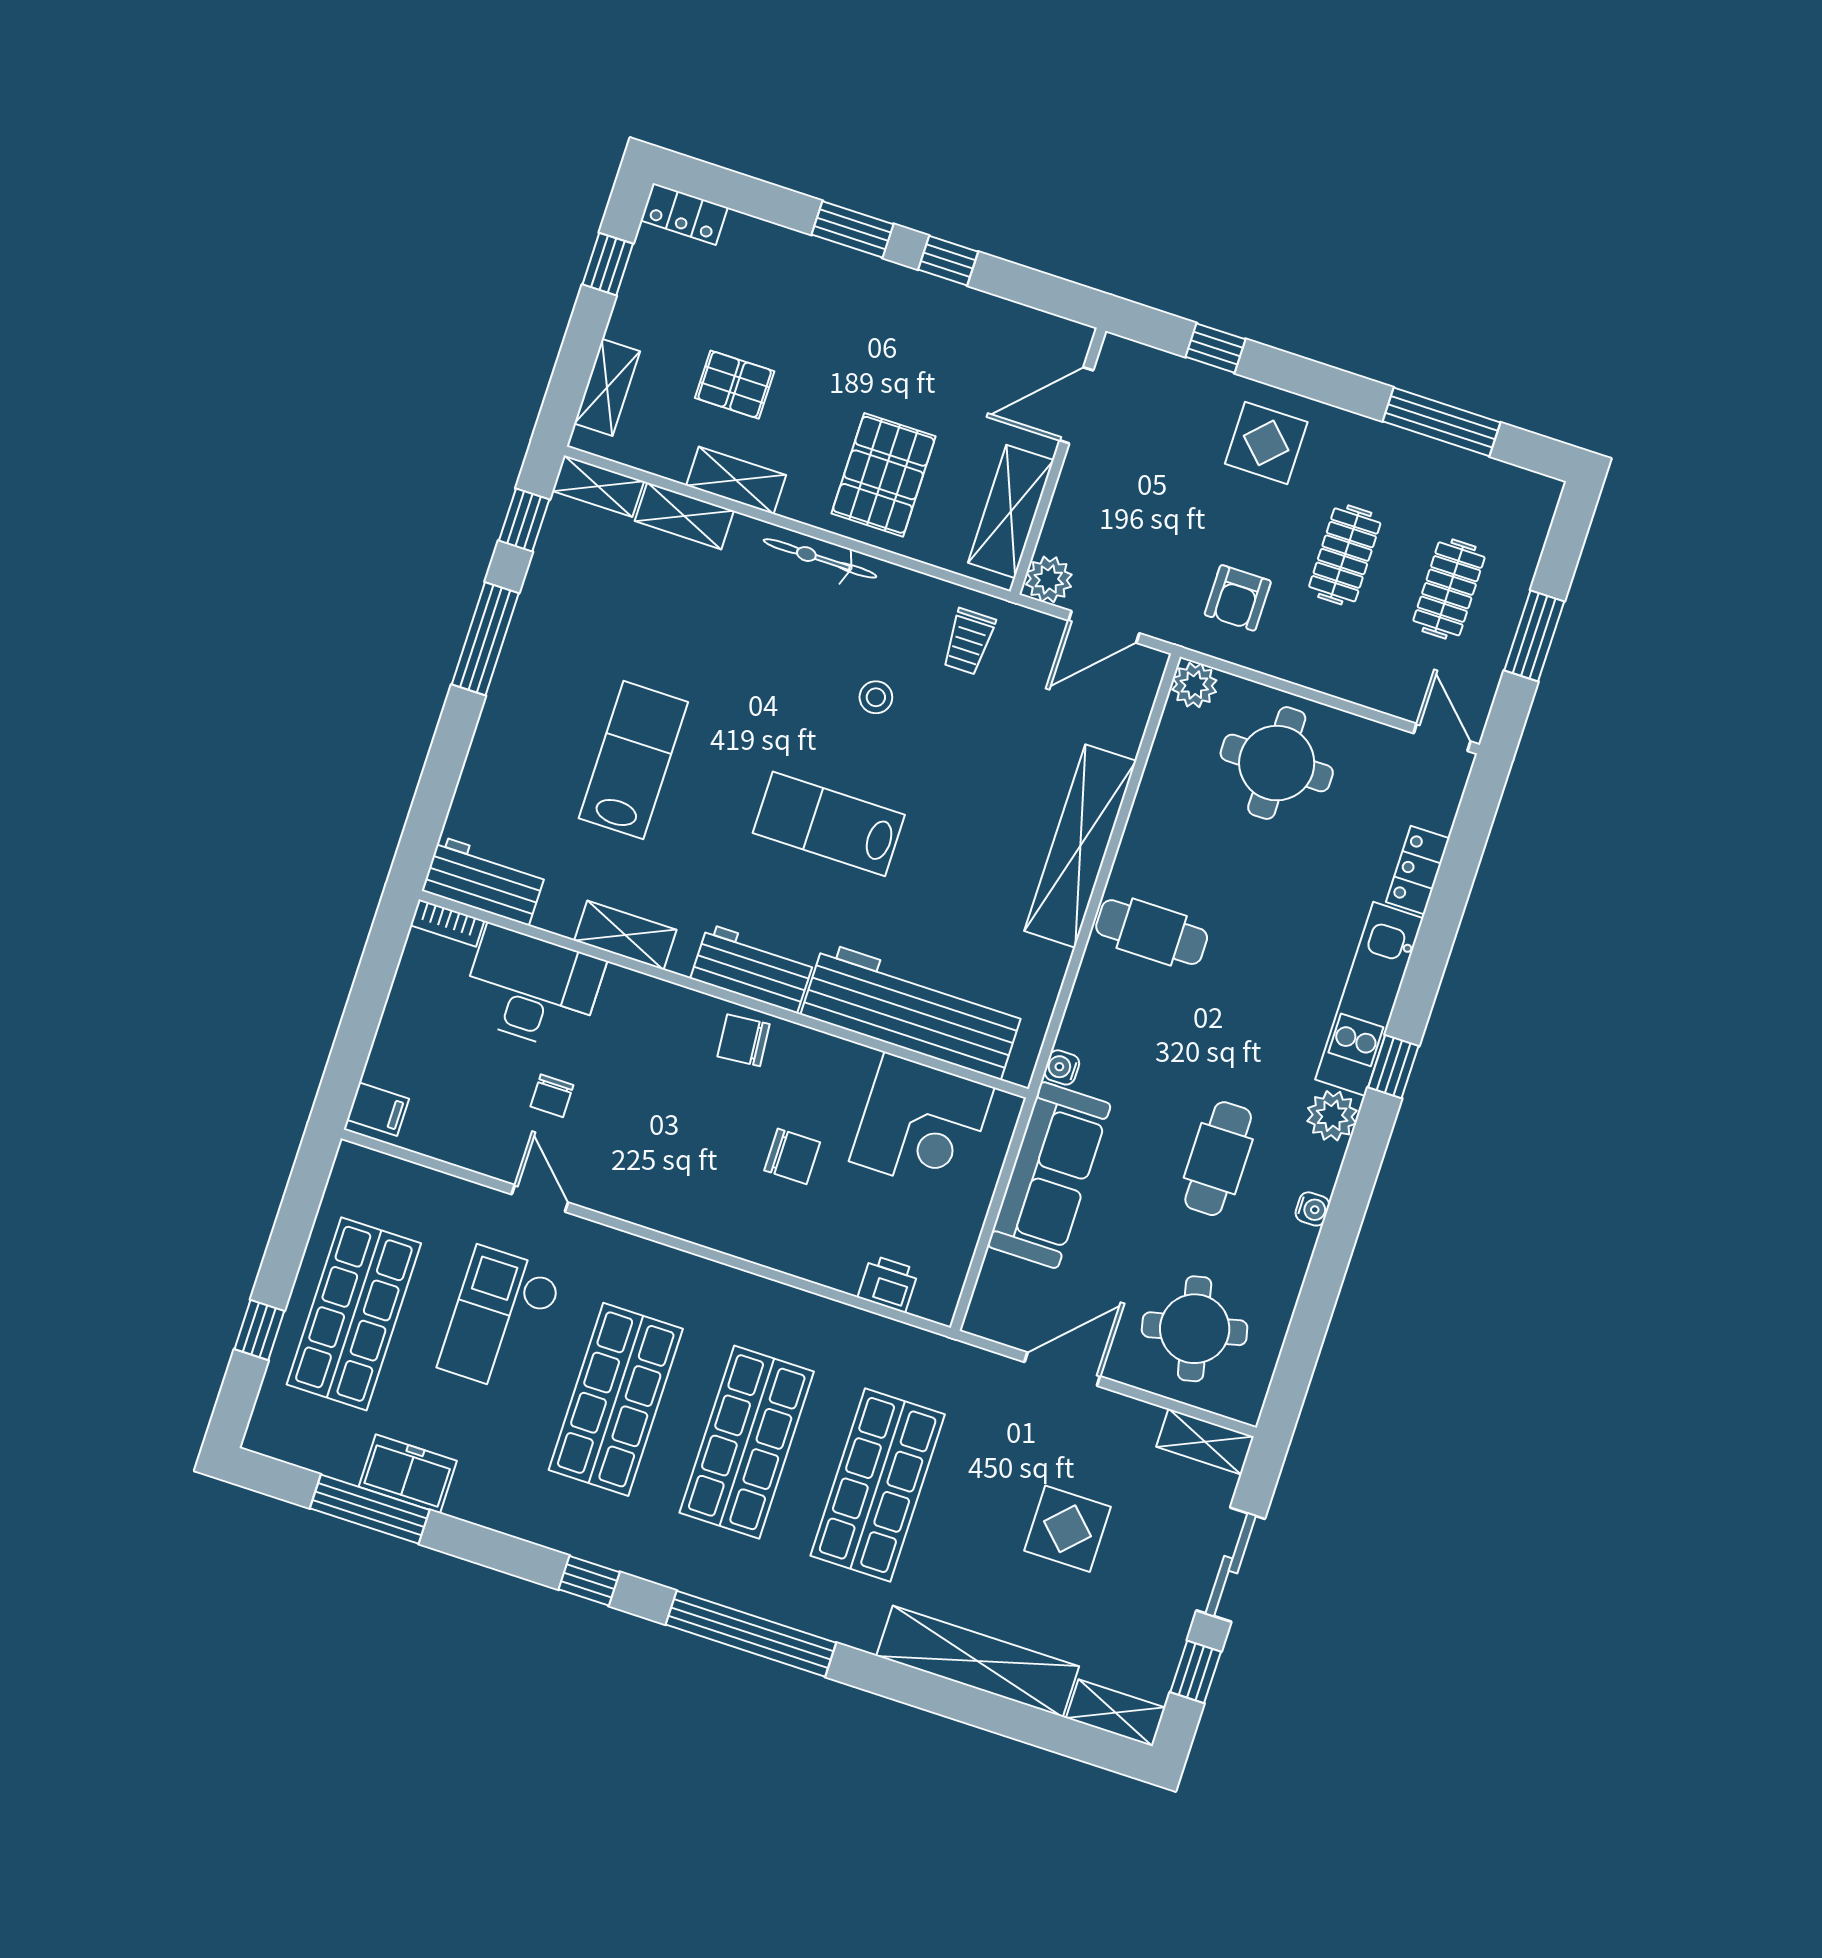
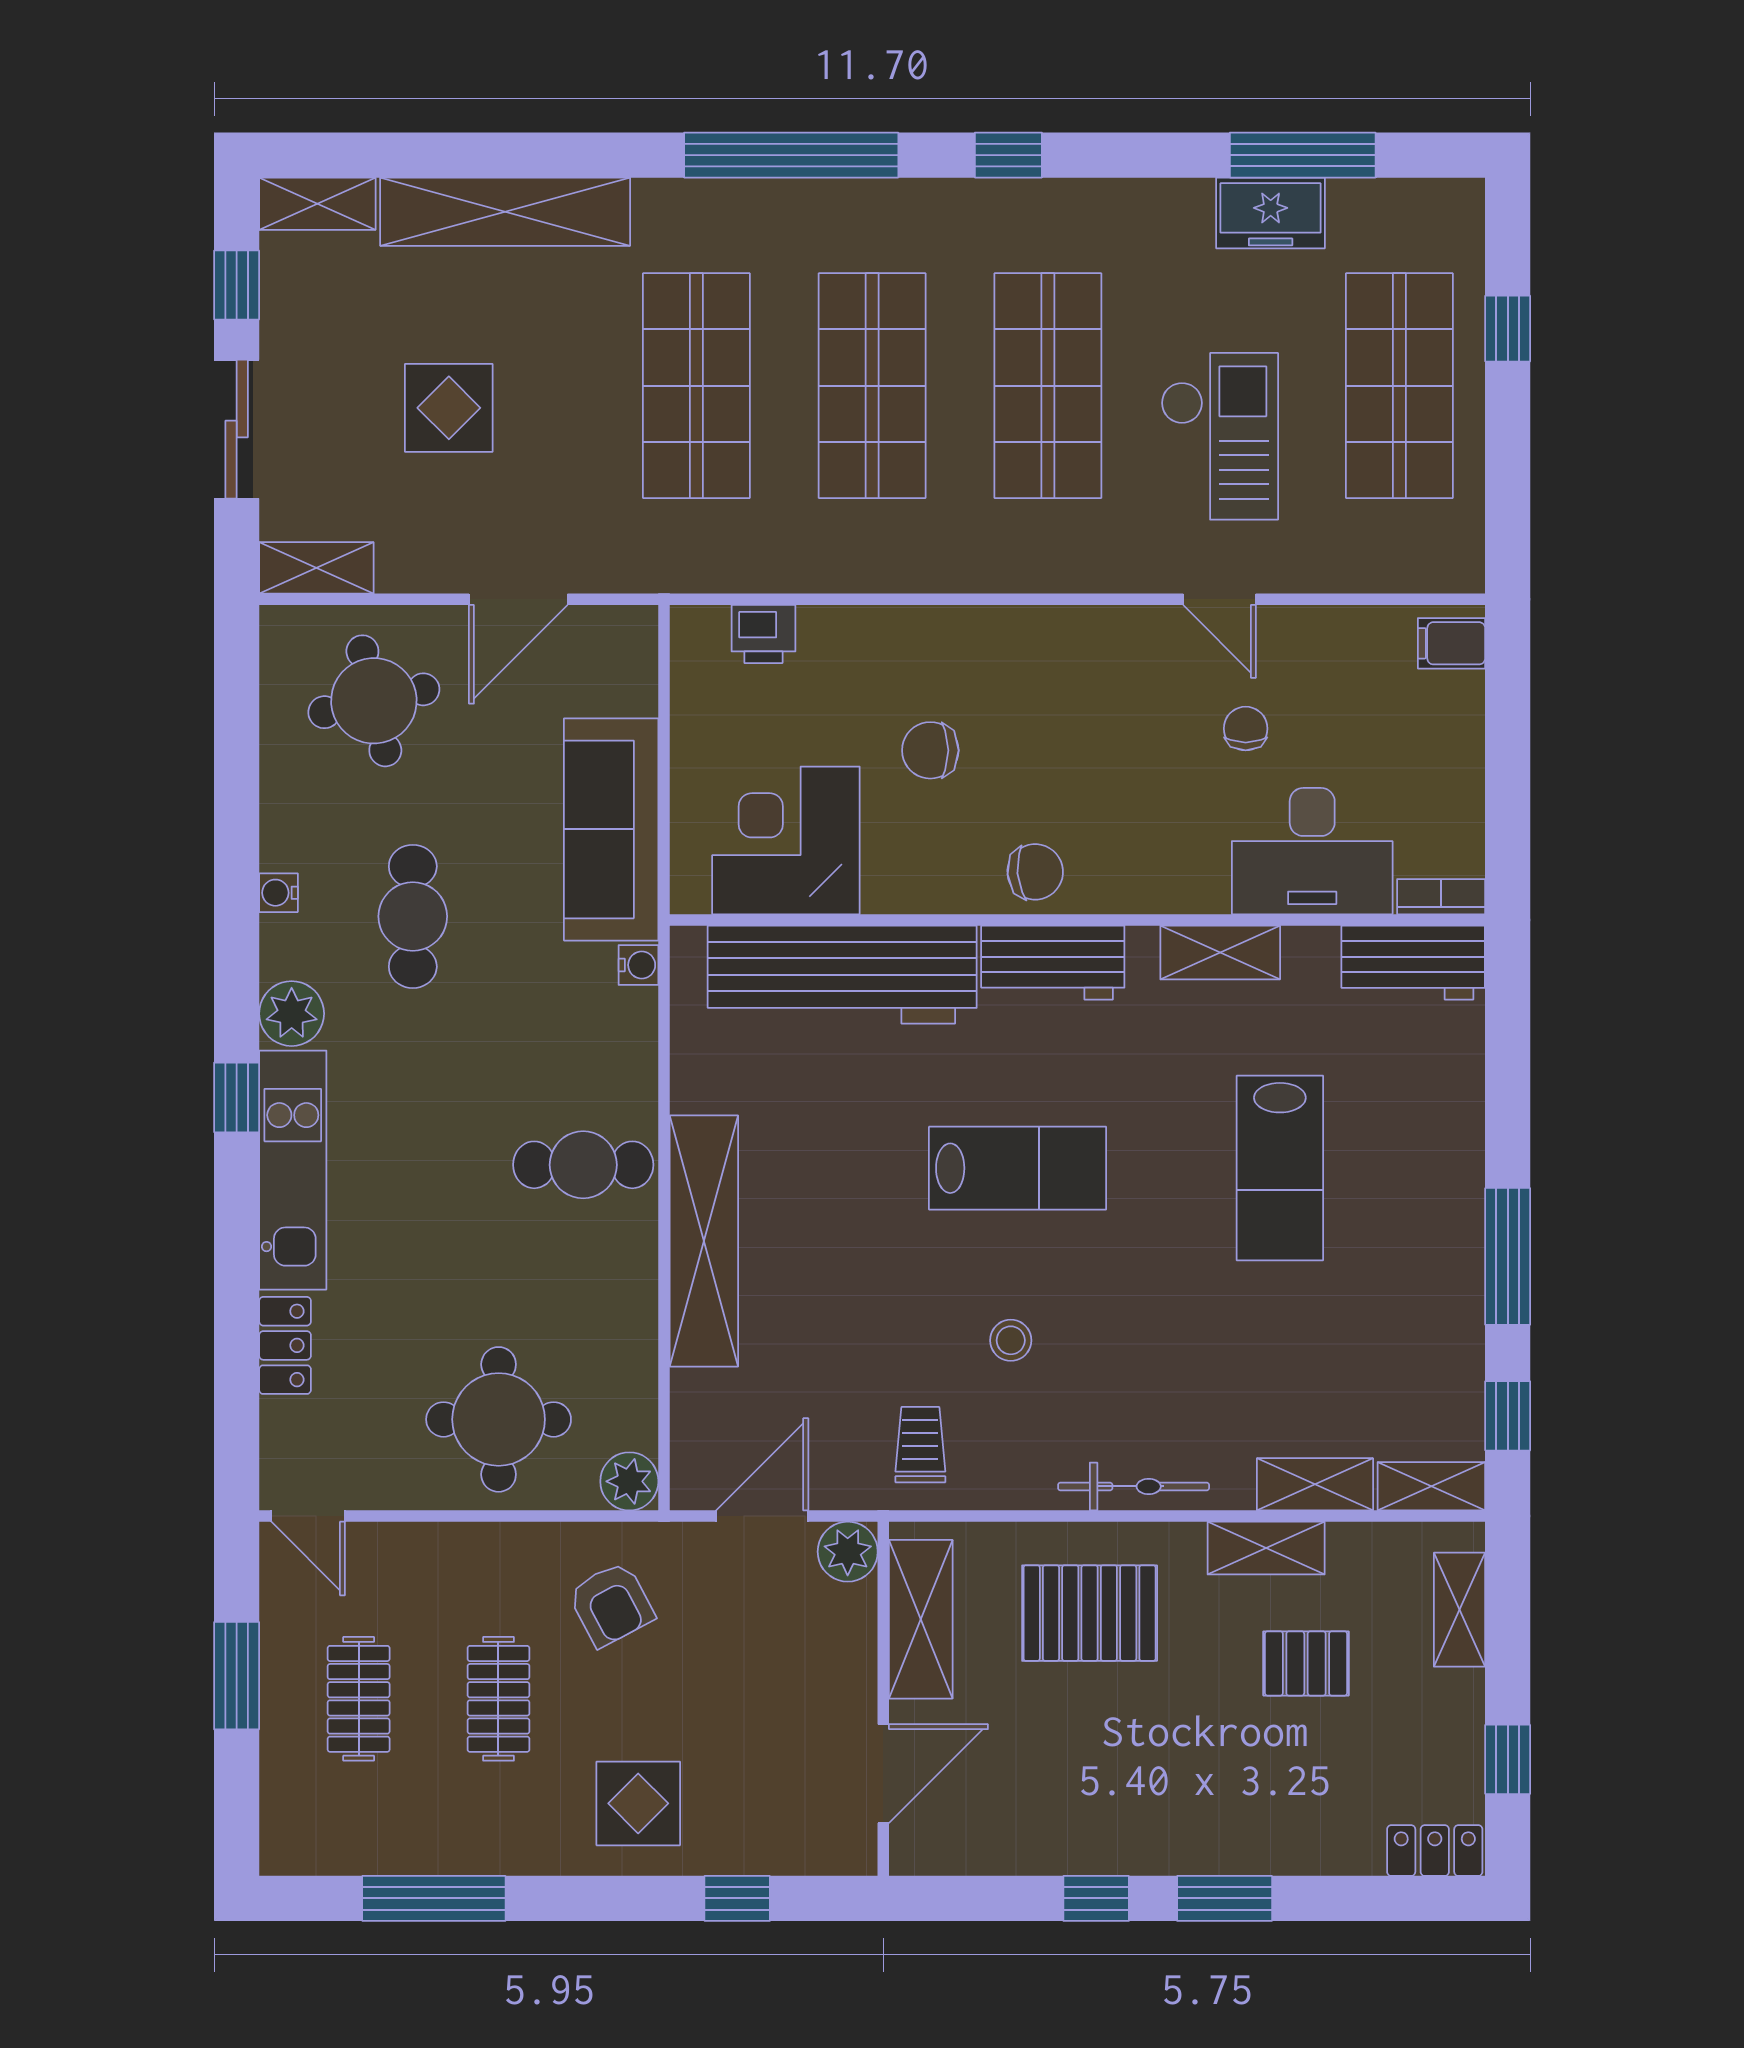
pallet: (884, 475) -> (1090, 1613), turned 90
armchair: (1238, 598) -> (611, 1604), turned 152

